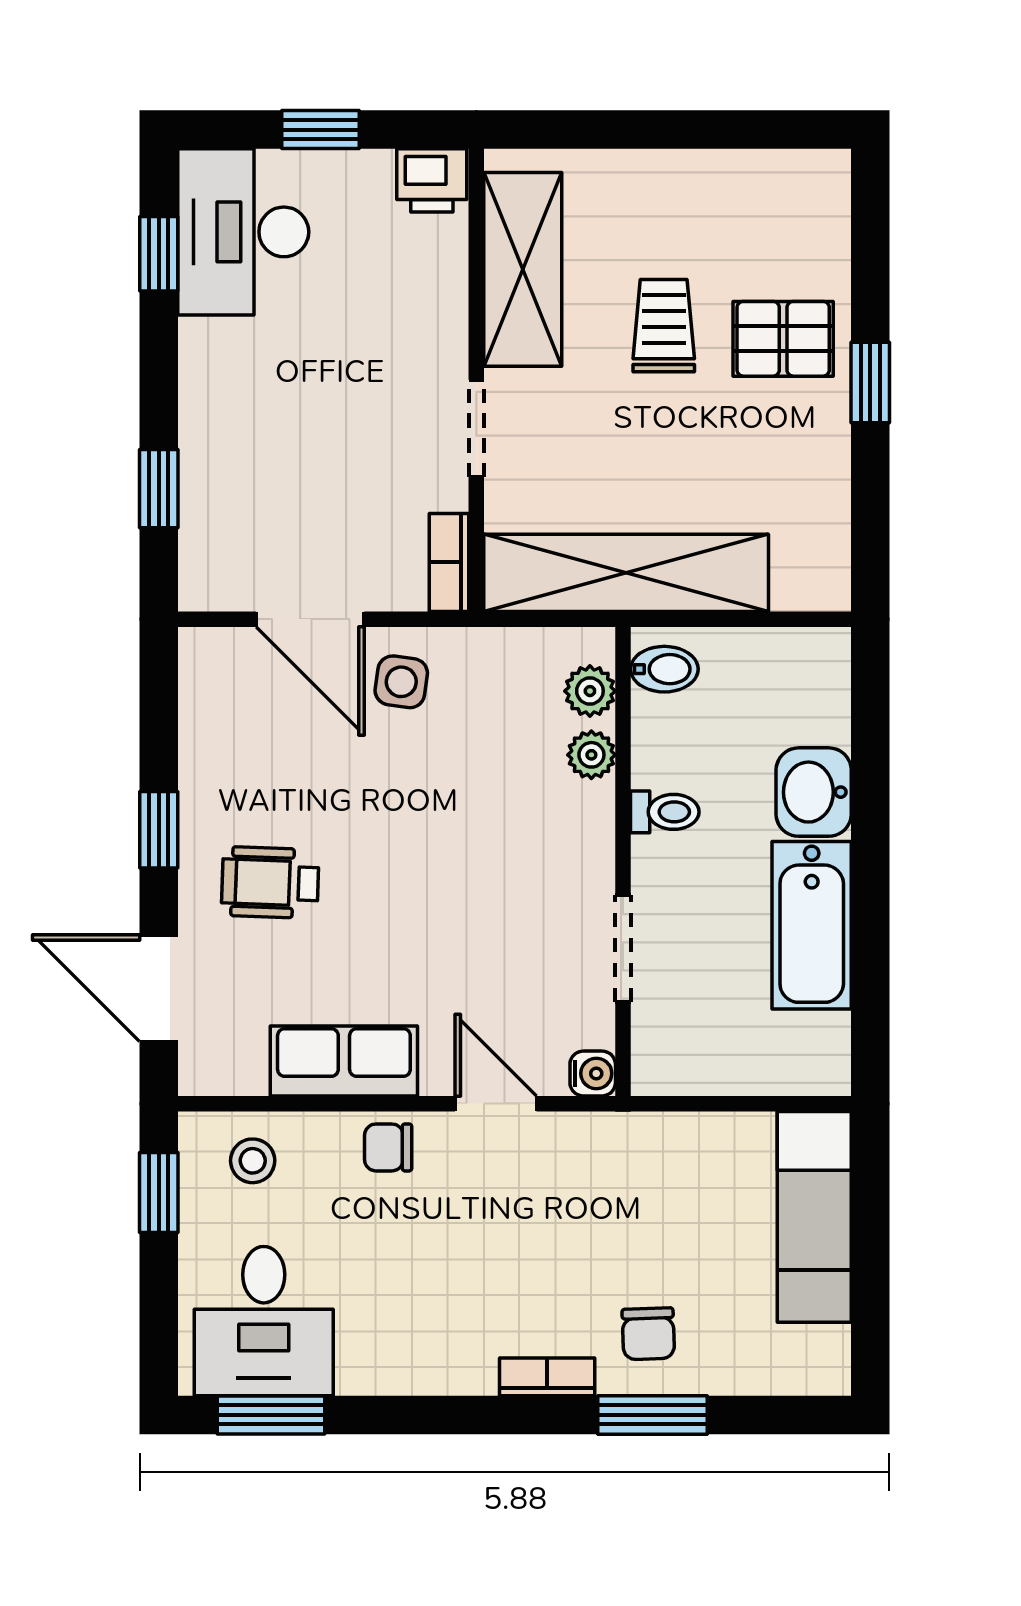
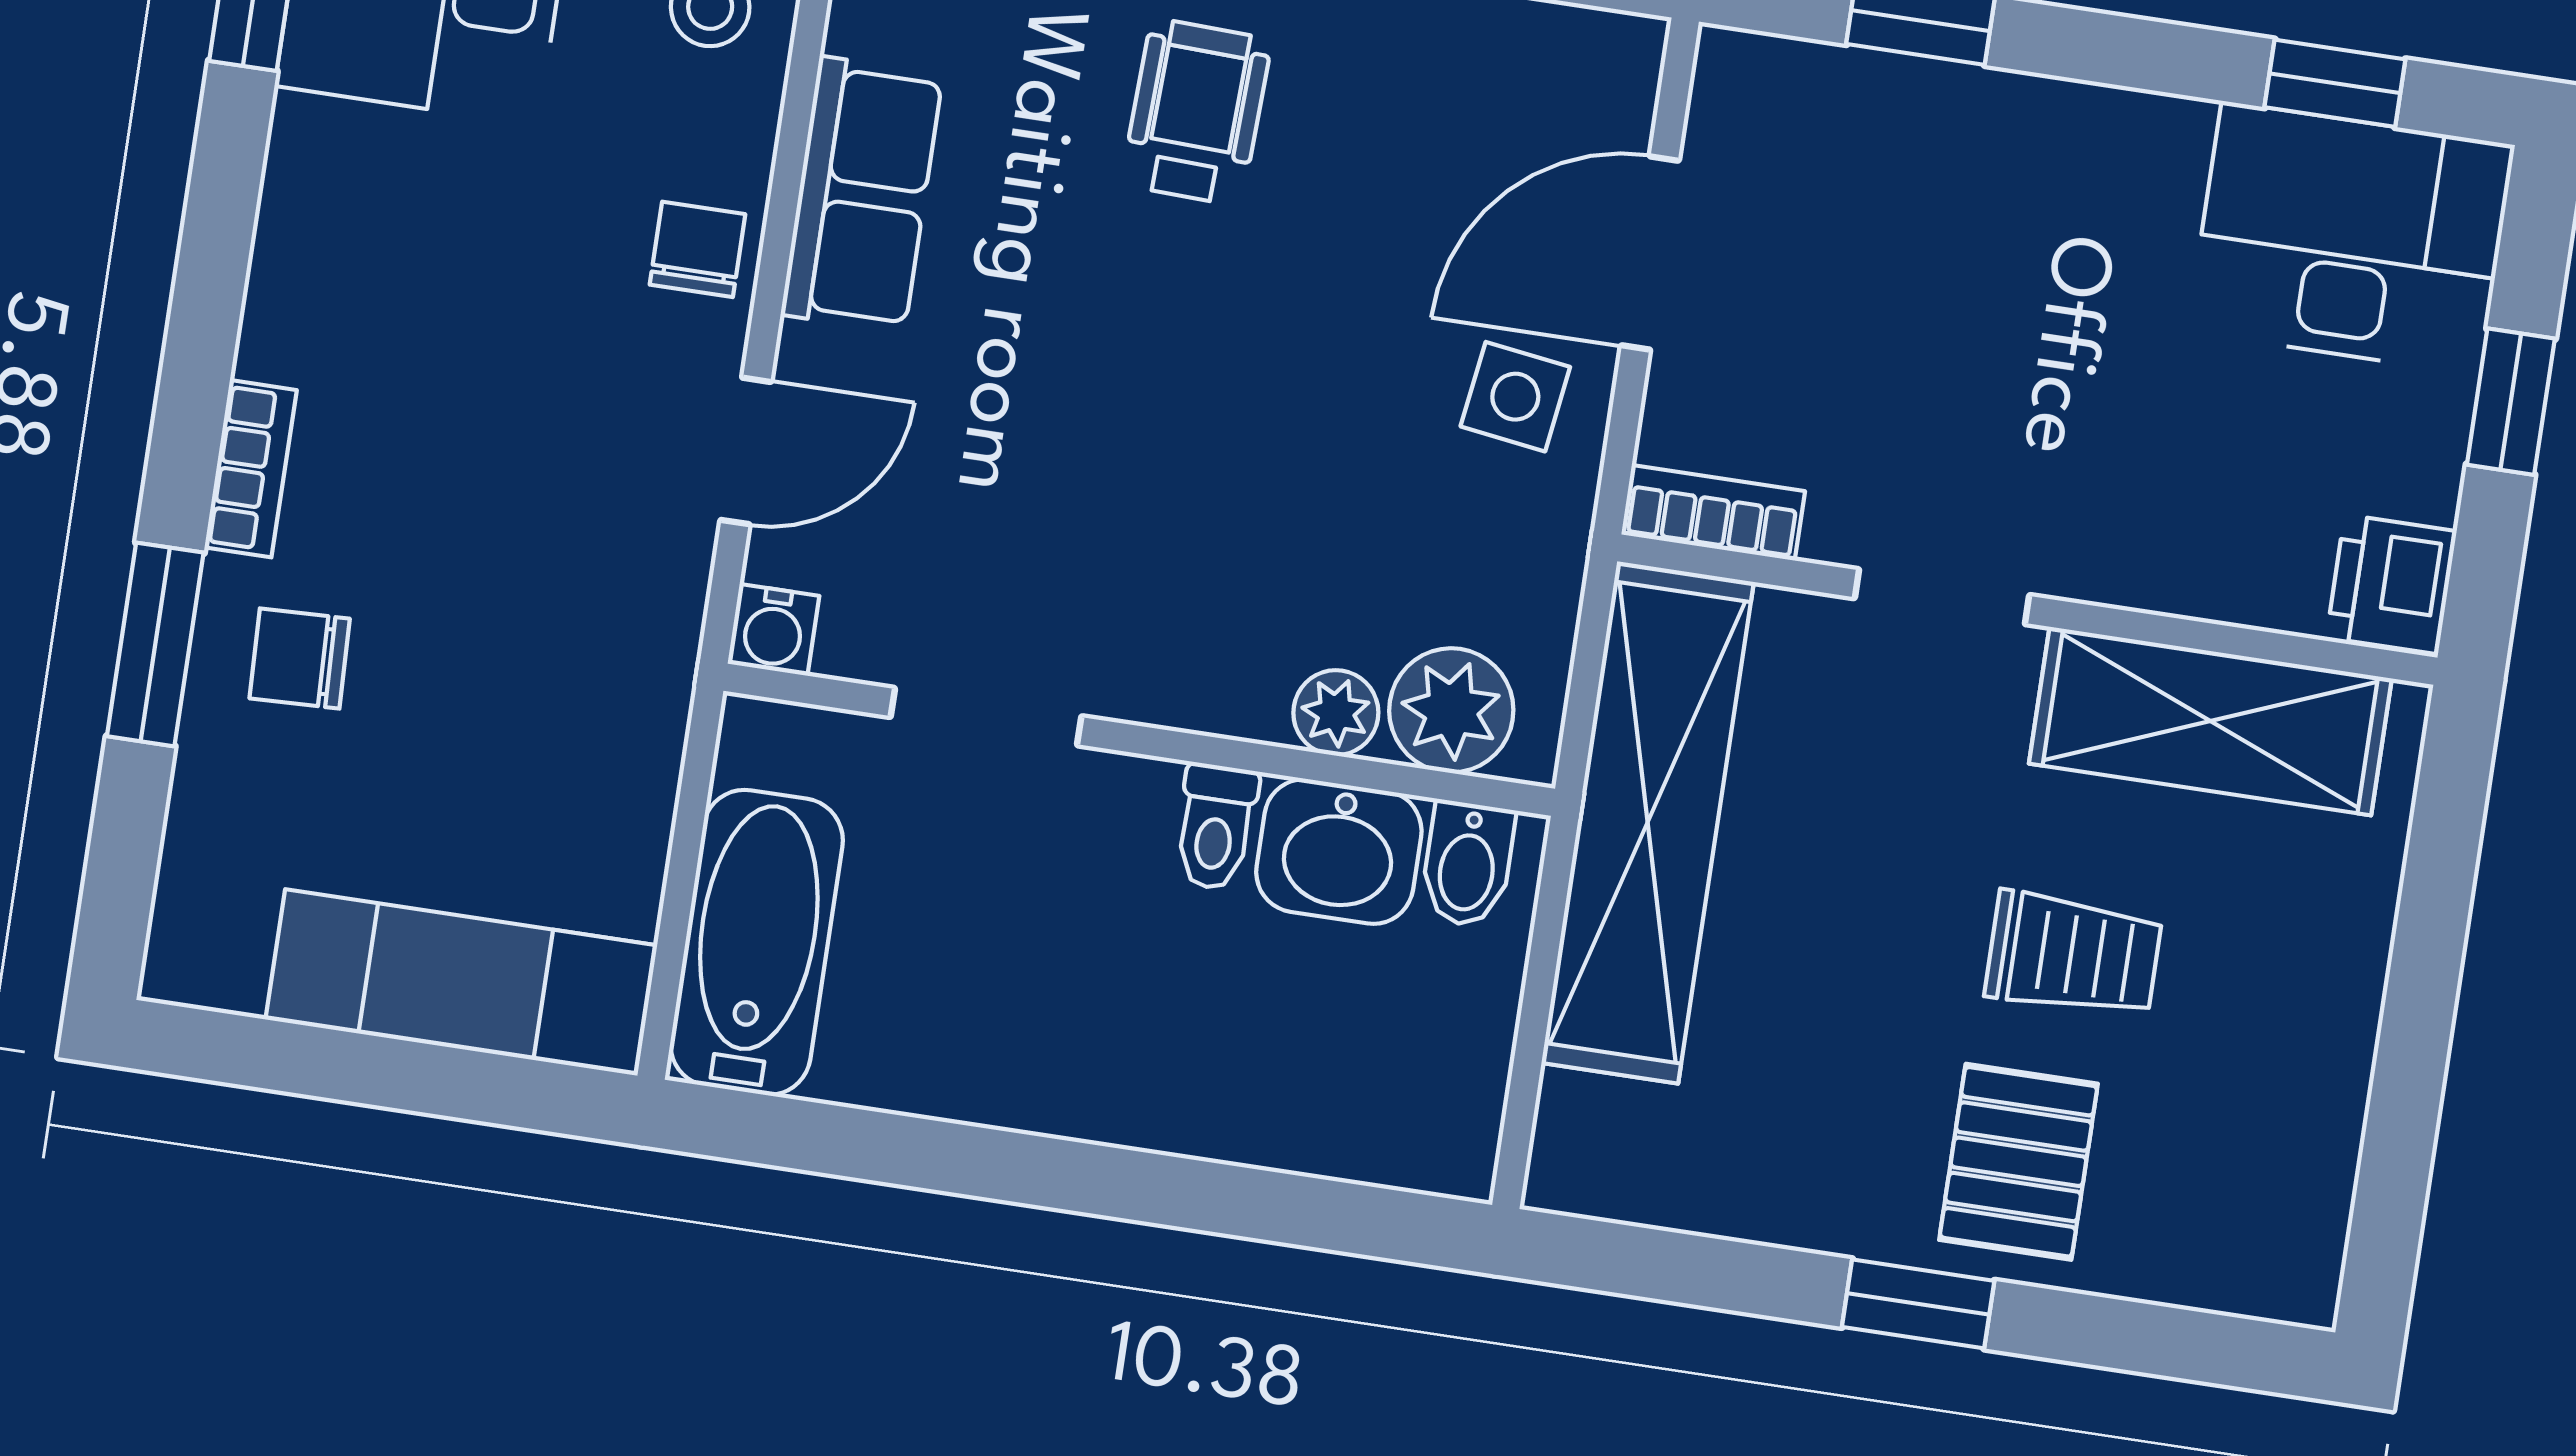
plant: (590, 691) -> (1451, 710), width x1.38, depth x1.38
washbasin: (814, 792) -> (1339, 851), moved, turned 180
bathtub: (812, 925) -> (757, 942), moved, turned 90

